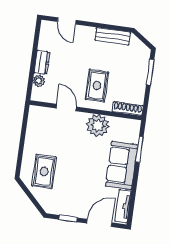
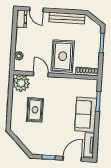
bench: (113, 36) -> (67, 18), width x1.36
dresser: (42, 62) -> (22, 19), moved
rug: (97, 86) -> (63, 56), width x1.36, depth x1.43
plant: (98, 125) -> (21, 83), moved
rug: (44, 172) -> (35, 110), moved

